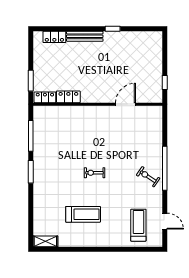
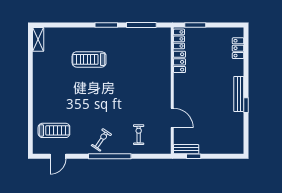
bench: (85, 36) -> (239, 94), moved
bench: (158, 90) -> (186, 149), added
exercise bike: (95, 173) -> (139, 135), moved
treadmill: (83, 214) -> (89, 59), moved, turned 90

